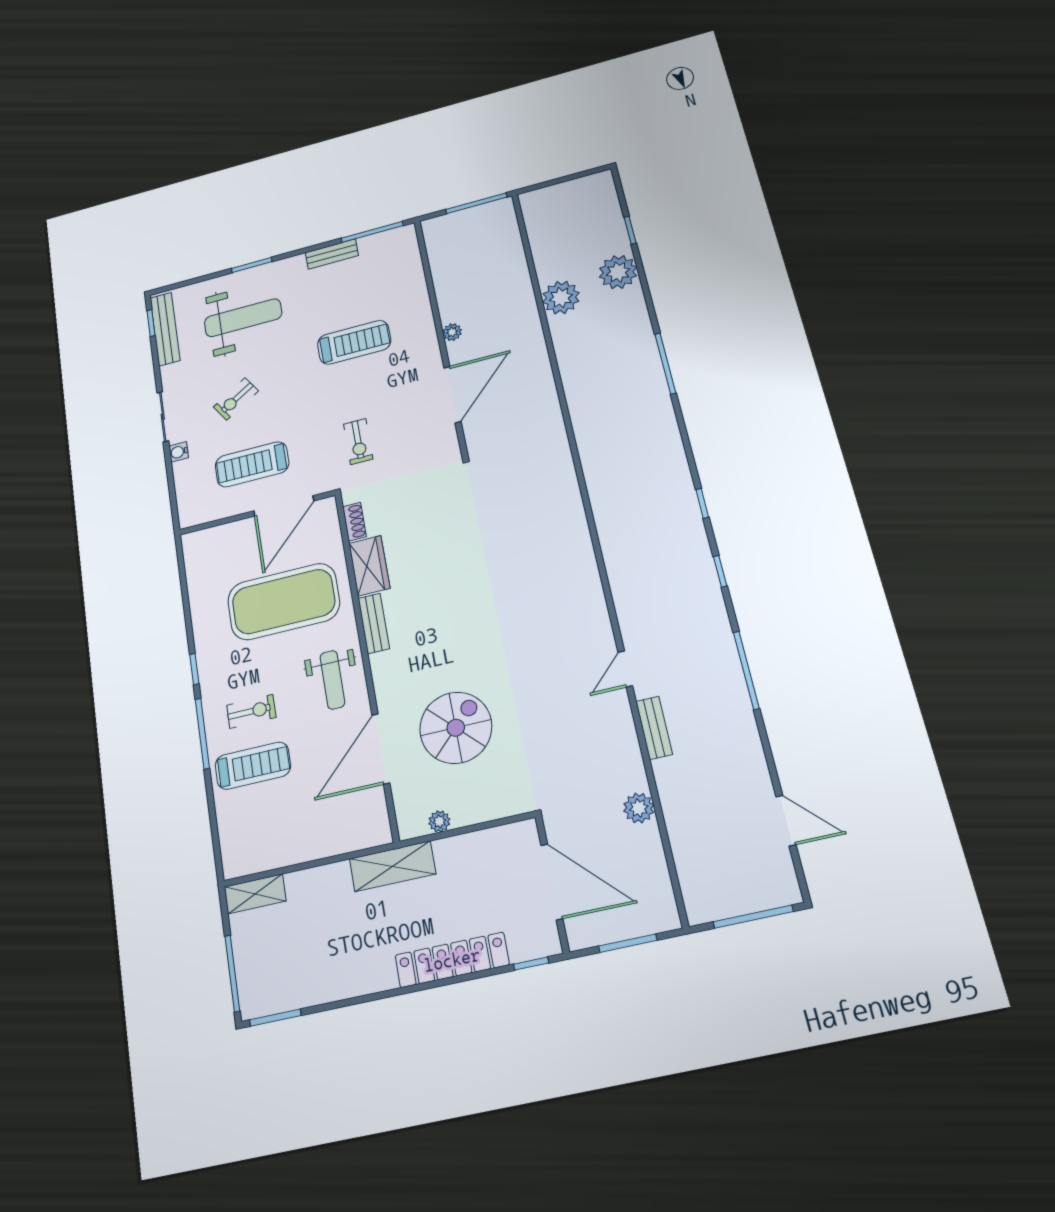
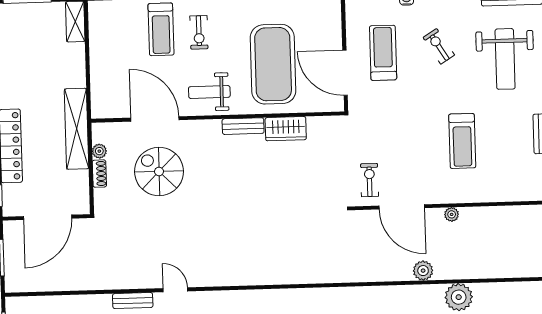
exercise bike: (358, 442) -> (370, 180), moved, turned 90
shoe rack: (354, 522) -> (99, 174), moved, turned -90
spiral stairs: (456, 728) -> (159, 171), turned 180
plant: (639, 808) -> (423, 271), moved
shelving: (392, 866) -> (77, 129), width x1.47

